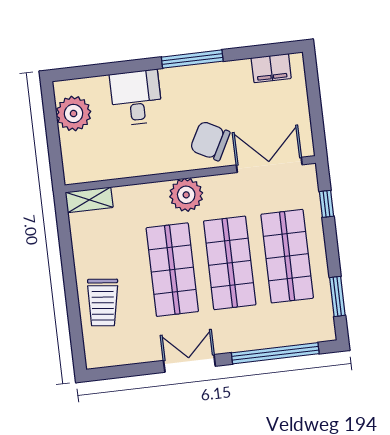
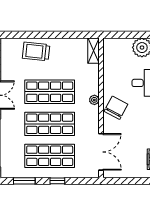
chair: (210, 141) -> (116, 108), moved
plant: (186, 195) -> (94, 100), width x0.53, depth x0.53
window: (326, 204) -> (57, 181), moved

